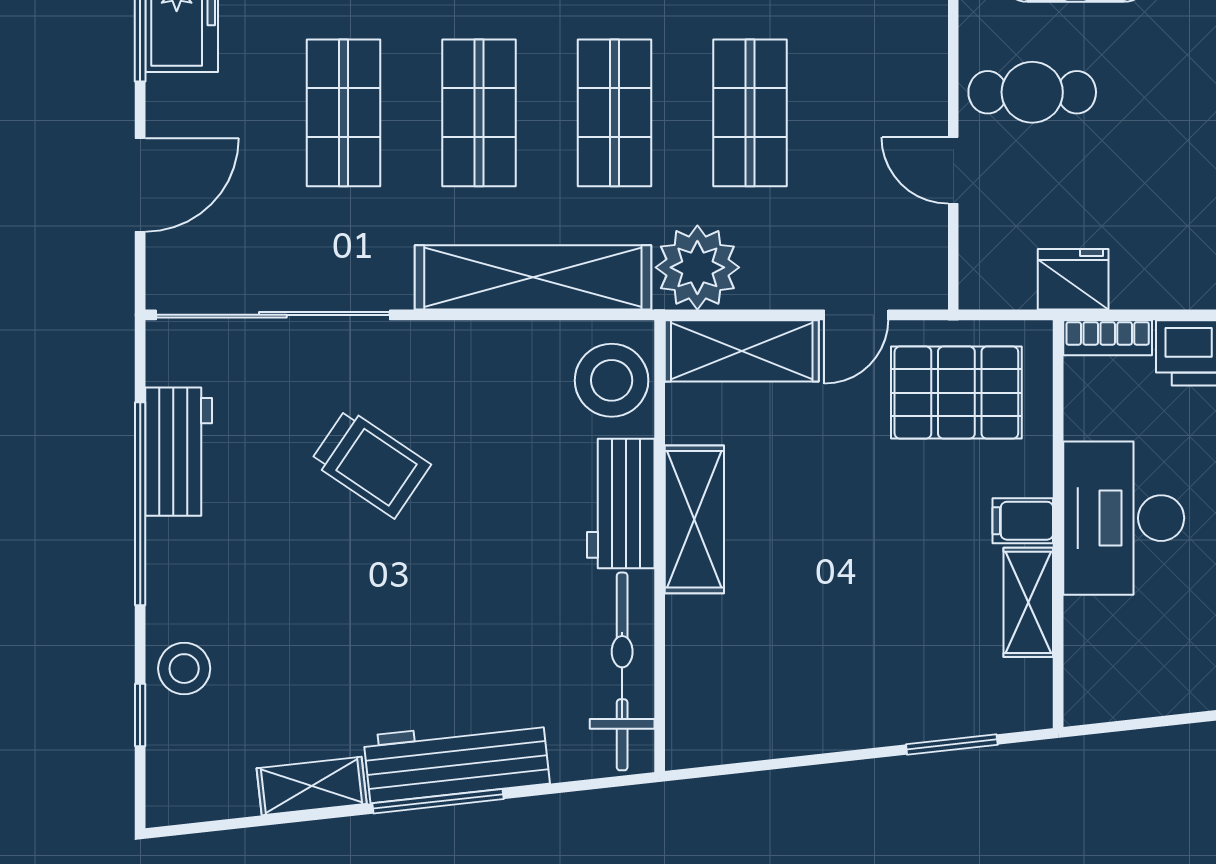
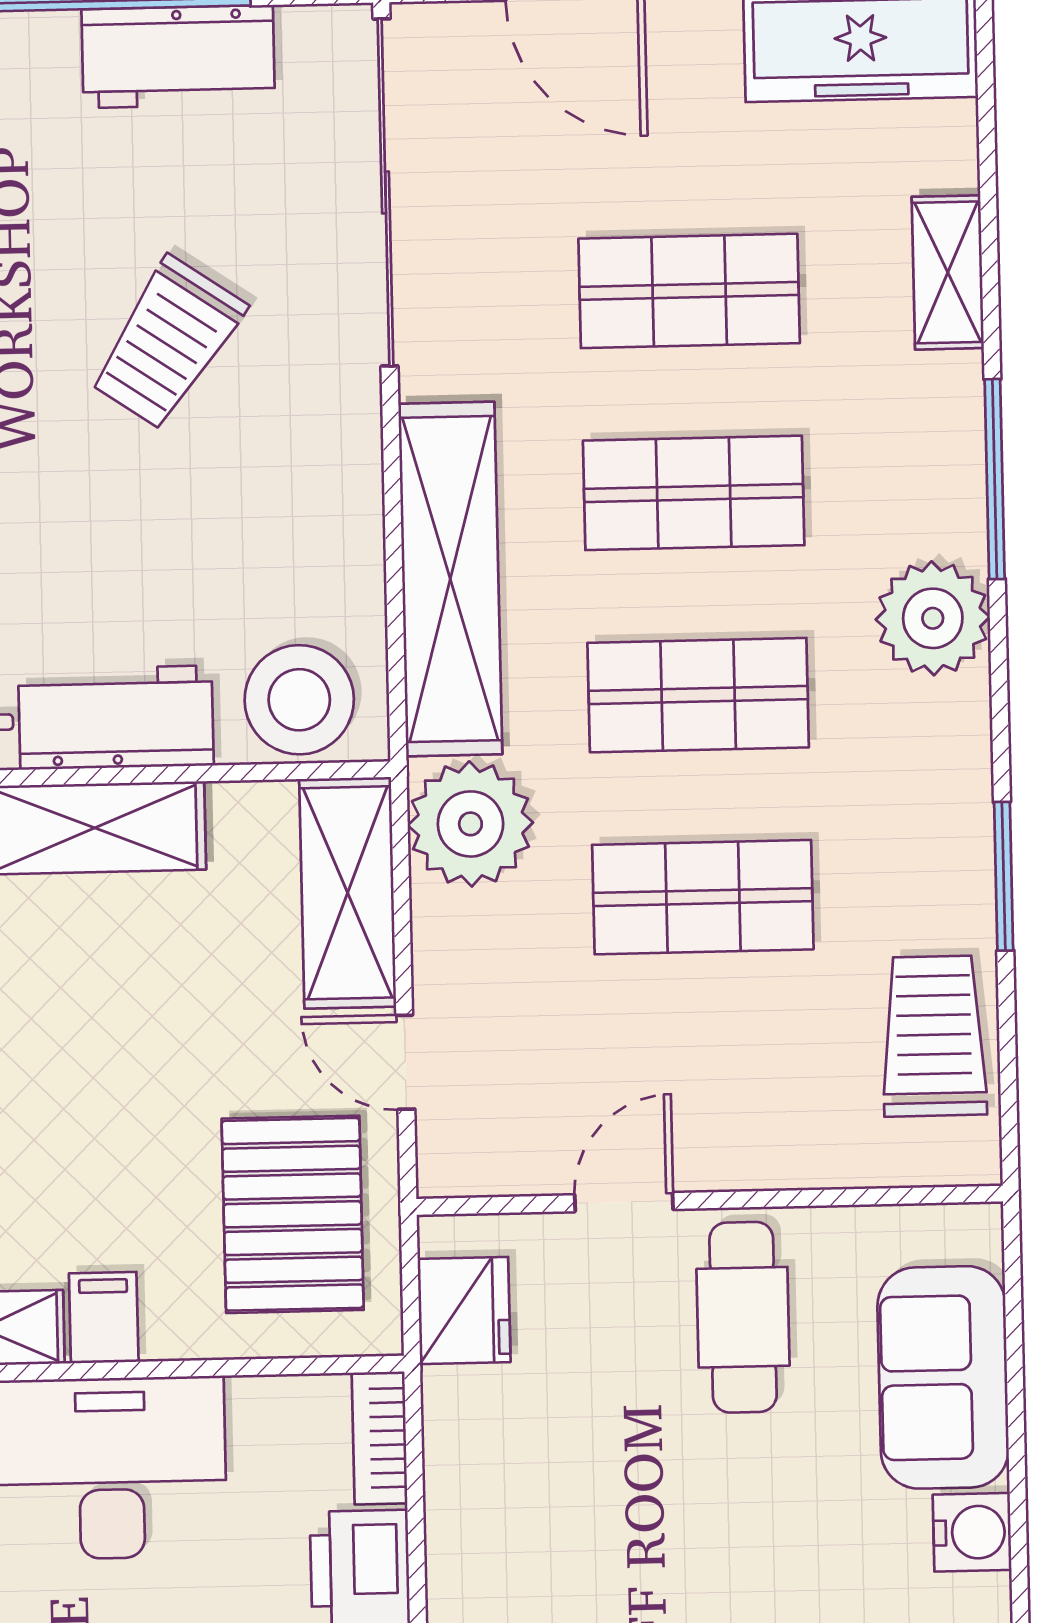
fridge: (1073, 279) -> (464, 1310), moved

